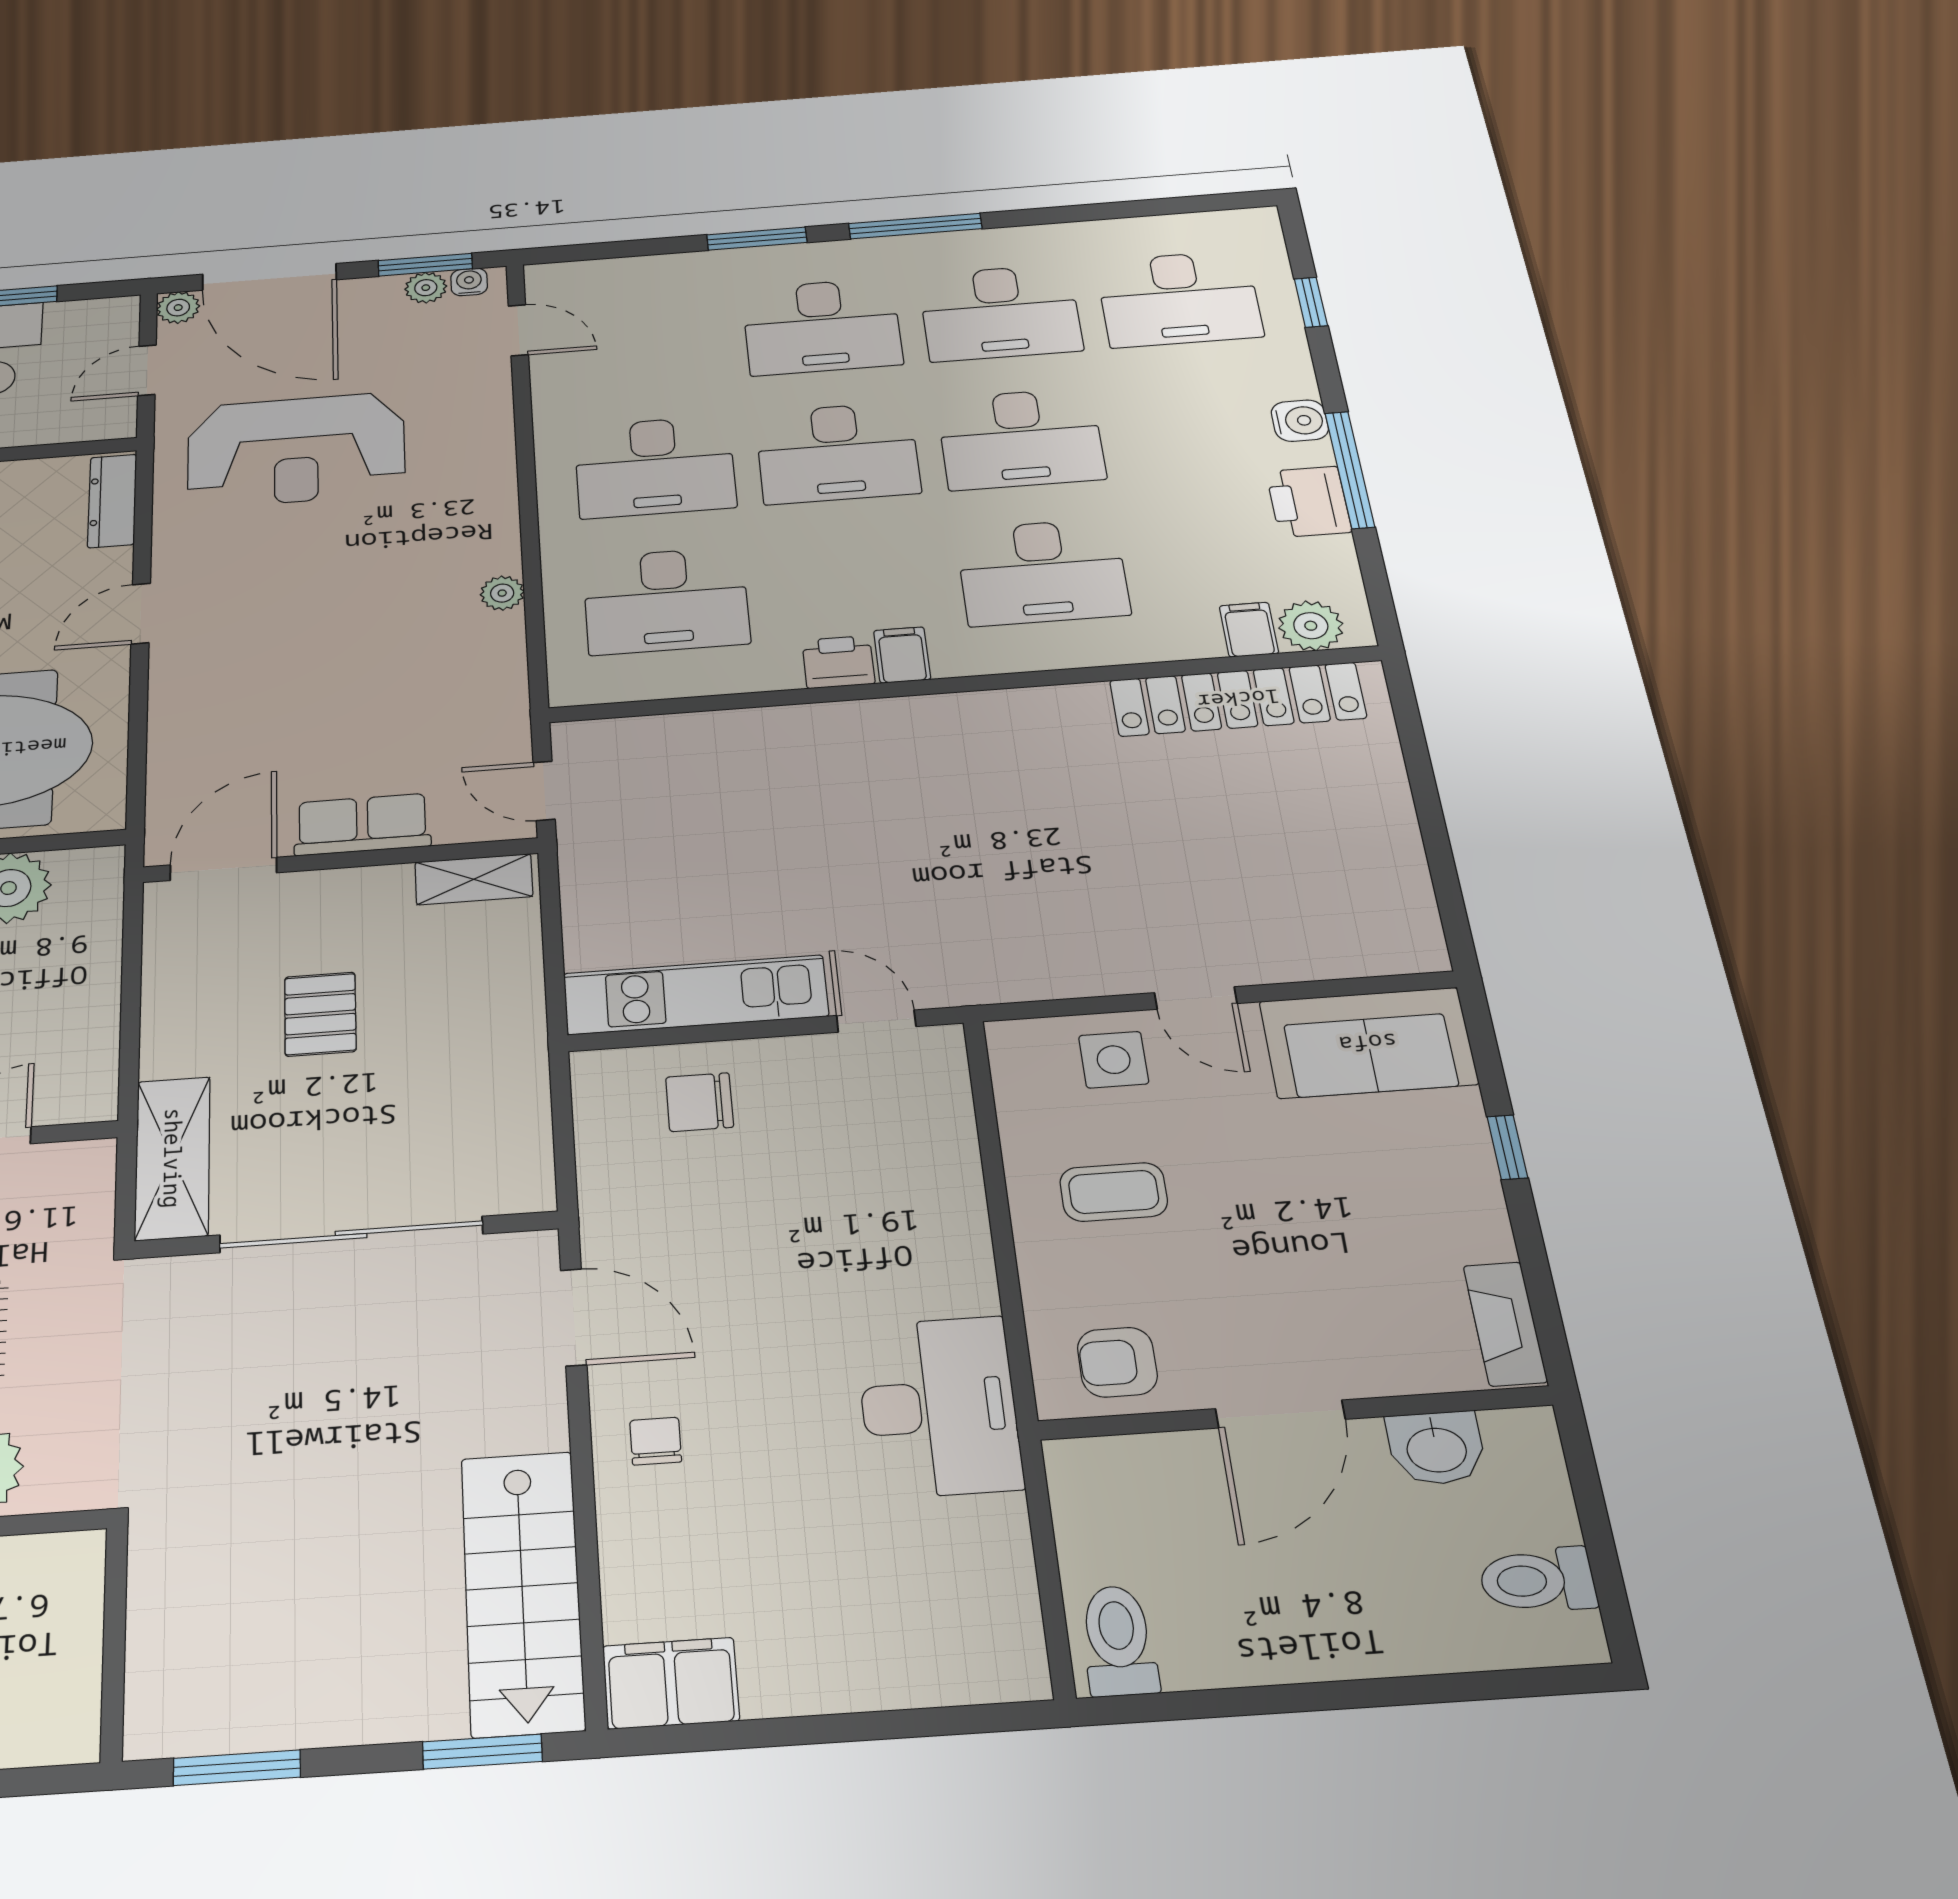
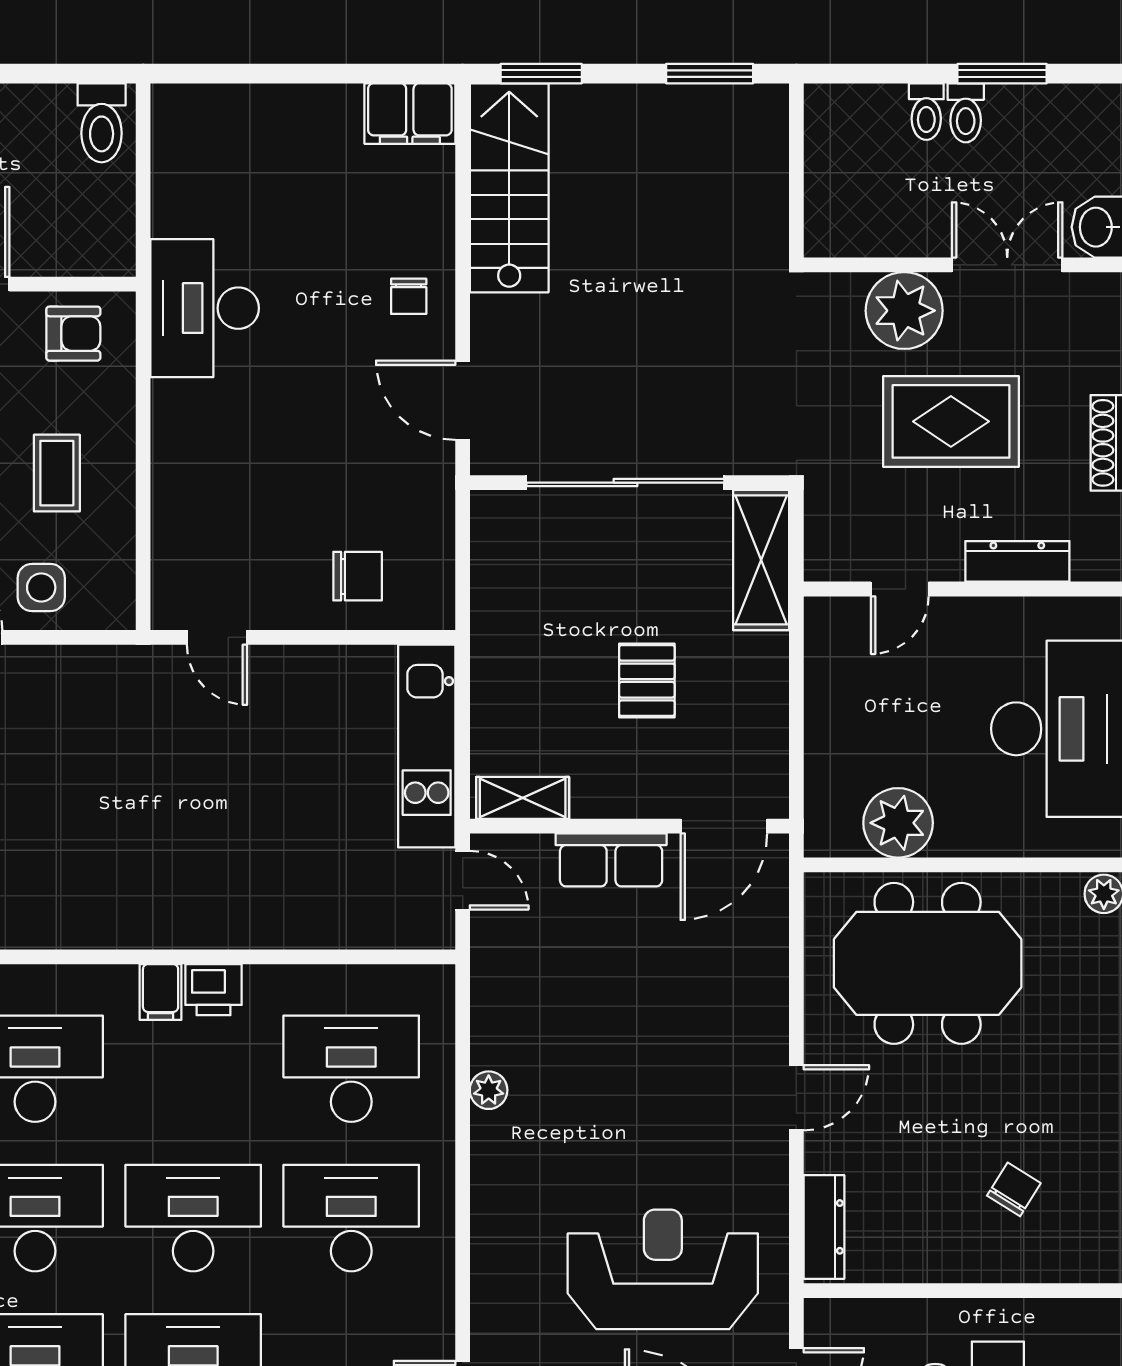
kitchen unit: (695, 995) -> (427, 746), moved, turned 90
coffee table: (1114, 1192) -> (57, 473), turned 90

